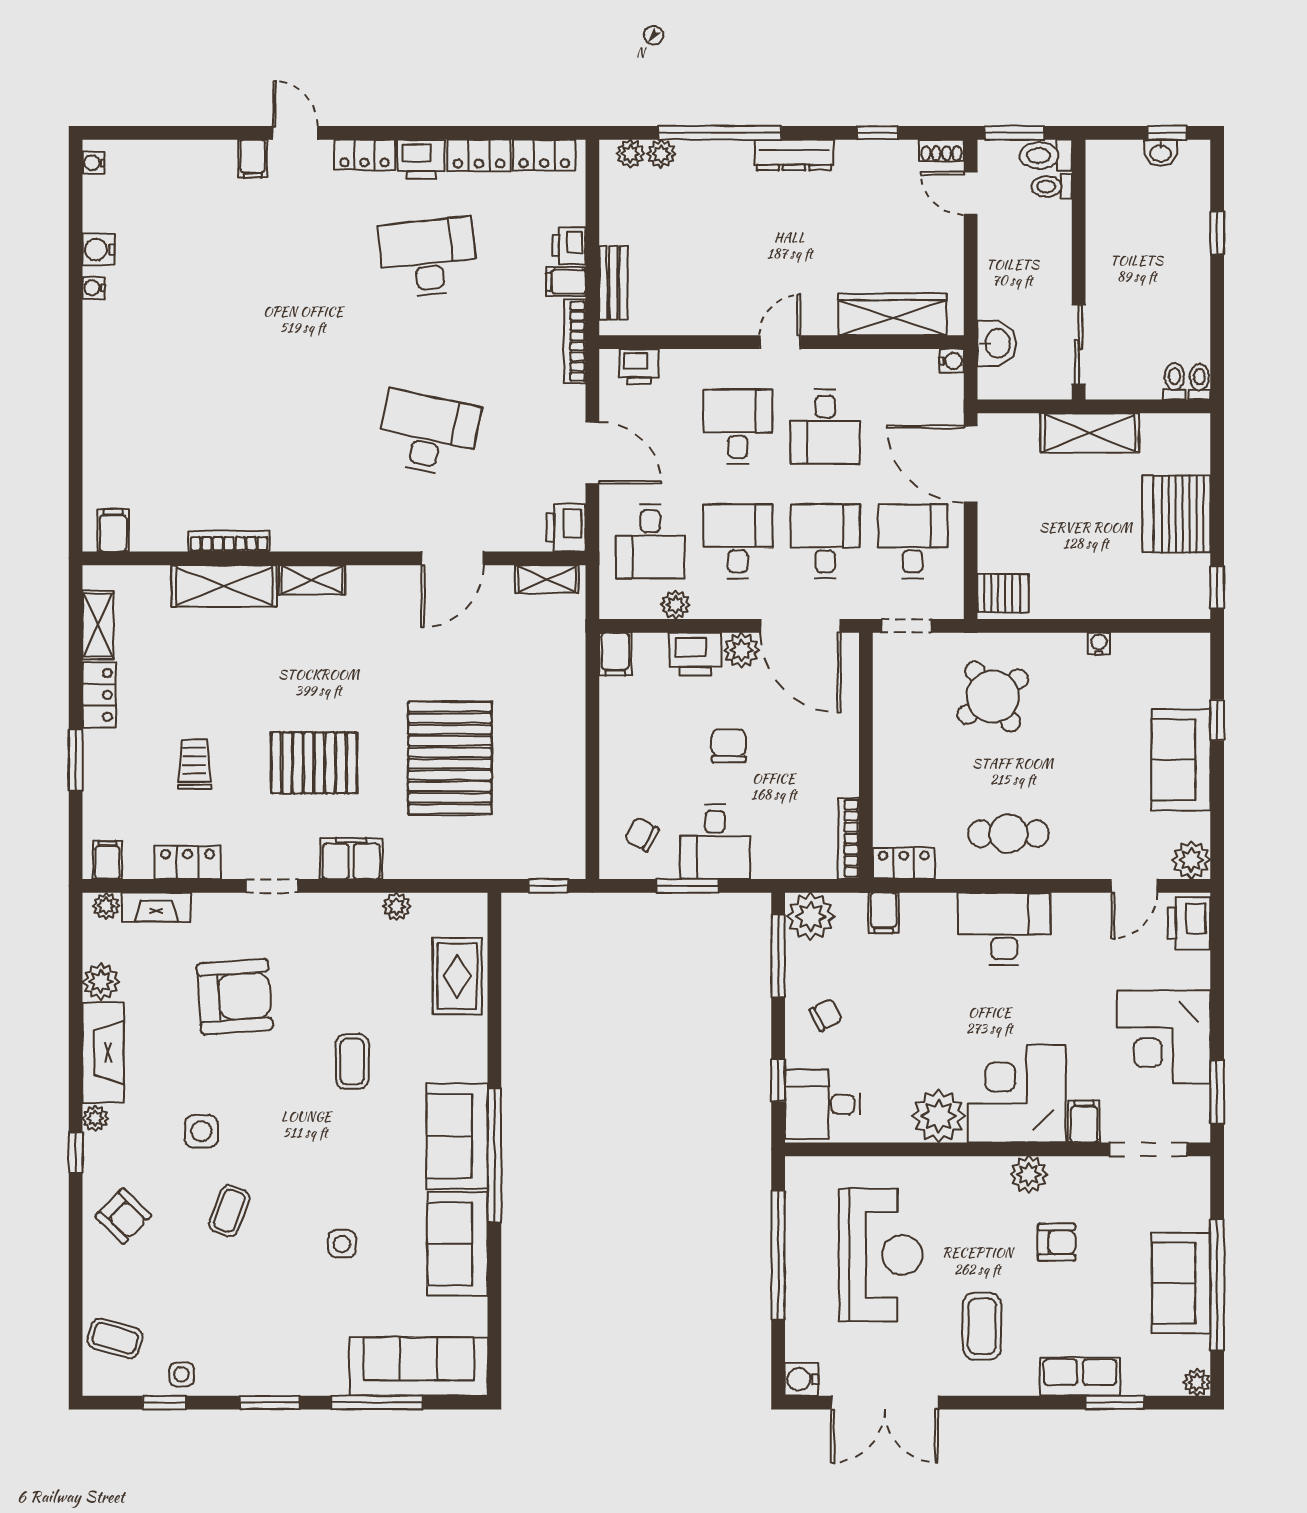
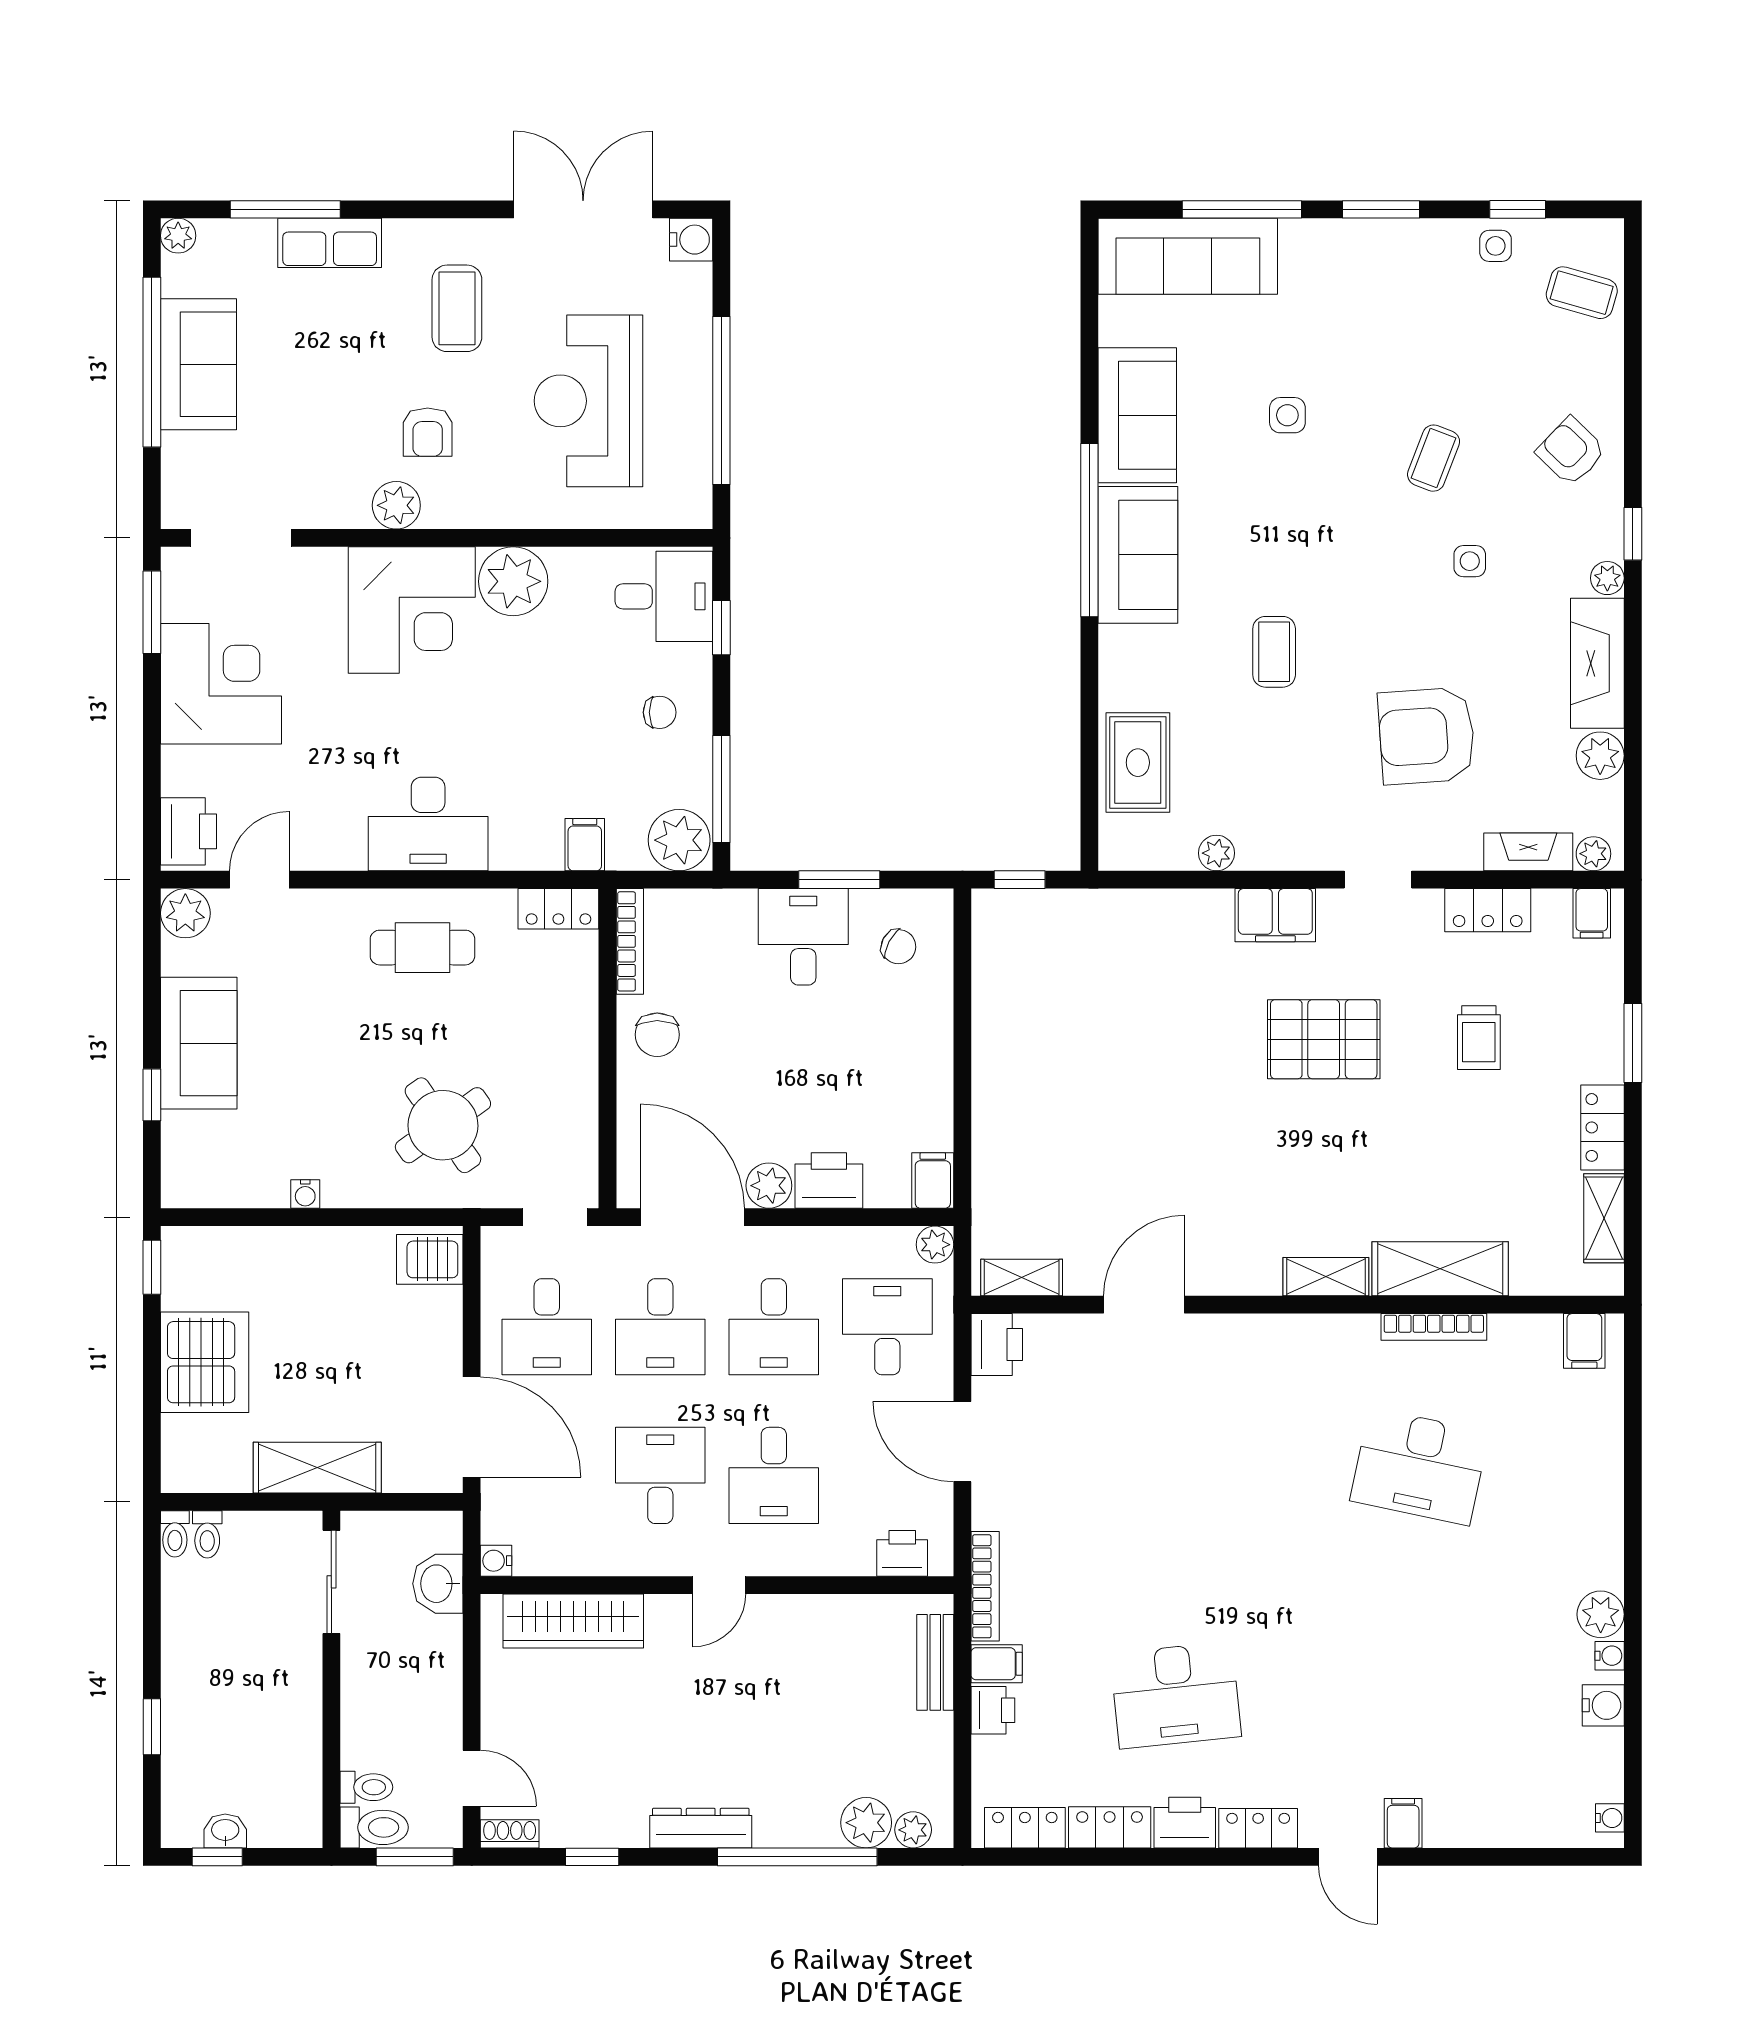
plant: (661, 154) -> (866, 1823), width x1.38, depth x1.38
plant: (101, 320) -> (1601, 1614), added
desk: (428, 434) -> (1420, 1466), moved
plant: (675, 605) -> (935, 1245), moved
chair: (729, 746) -> (657, 1035), moved
pallet: (450, 758) -> (1147, 1046), removed
chair: (826, 1015) -> (660, 712), turned -153
filing cabinet: (1084, 1122) -> (325, 574), removed
side table: (201, 1131) -> (1470, 561), width x0.73, depth x0.73
armchair: (1057, 1242) -> (428, 432), moved, turned -90
window: (1114, 1403) -> (285, 209), width x1.44

